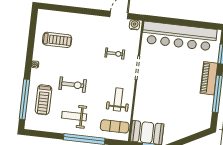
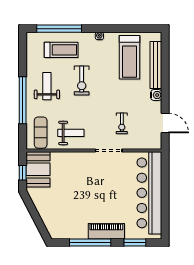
bench: (67, 17) -> (156, 65), added
water cooler: (134, 25) -> (156, 95), moved
treadmill: (57, 40) -> (129, 57), width x1.37, depth x1.38
treadmill: (43, 100) -> (61, 50), turned 180

